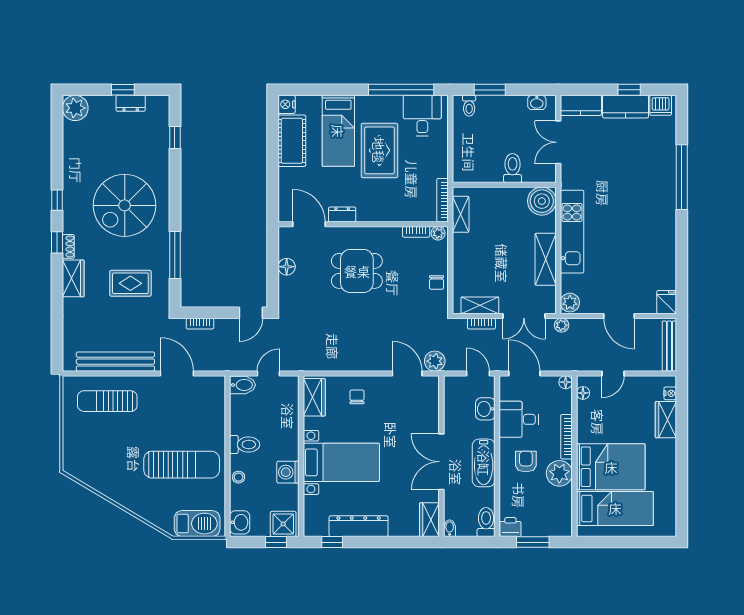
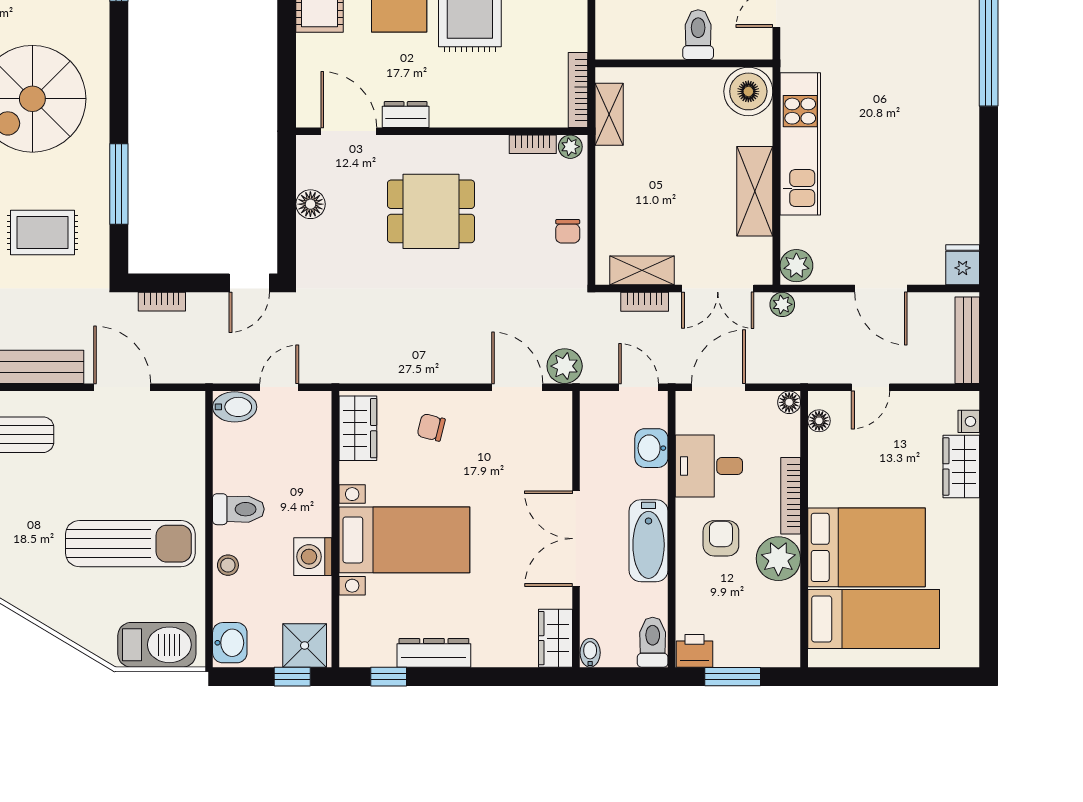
door: (524, 373) -> (718, 387), hinge flipped
chair: (357, 397) -> (431, 427), turned -76
dresser: (359, 526) -> (434, 653), width x0.73, depth x0.80

